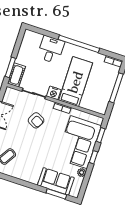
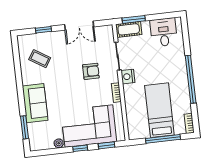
desk: (51, 50) -> (164, 32), moved, turned -90
bed: (76, 82) -> (159, 110), moved, turned -90
armchair: (36, 120) -> (91, 71), turned -118
sofa: (56, 181) -> (35, 103), moved

